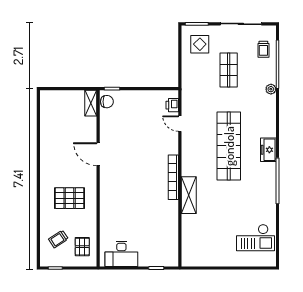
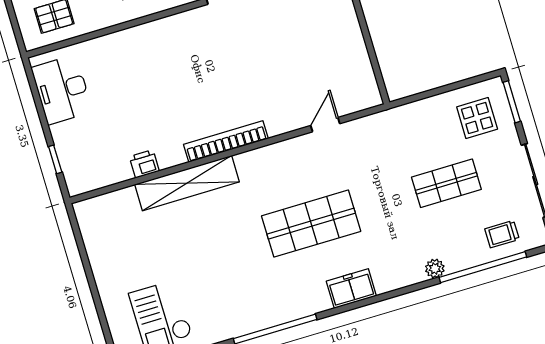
printer: (172, 105) -> (144, 164), moved
shop shelf: (229, 146) -> (311, 224), width x0.71
freezer: (268, 150) -> (351, 289), moved
shelving: (189, 195) -> (187, 183), width x1.47

